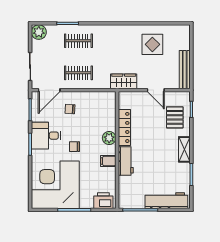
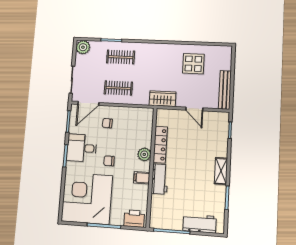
pallet: (175, 117) -> (212, 137), removed
workbench: (166, 201) -> (200, 223), width x0.73

